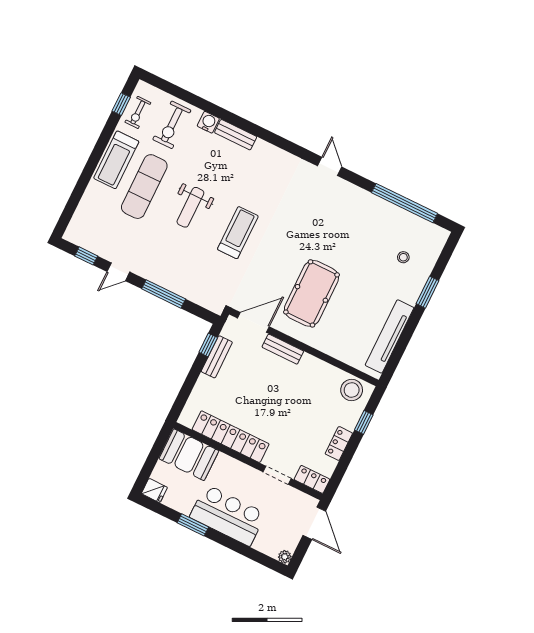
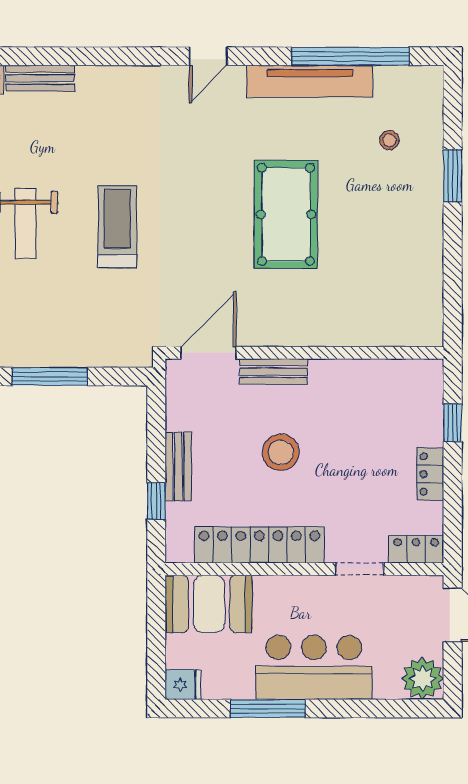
door: (330, 166) -> (208, 56), swing flipped
pool table: (311, 293) -> (286, 214), moved
tv unit: (390, 336) -> (310, 81), moved, turned -90
window: (208, 345) -> (156, 501), moved
bench: (217, 357) -> (178, 466), moved
stool: (352, 390) -> (281, 452), moved
window: (193, 525) -> (268, 708), width x1.44
plant: (285, 557) -> (423, 678), width x1.88, depth x1.88

